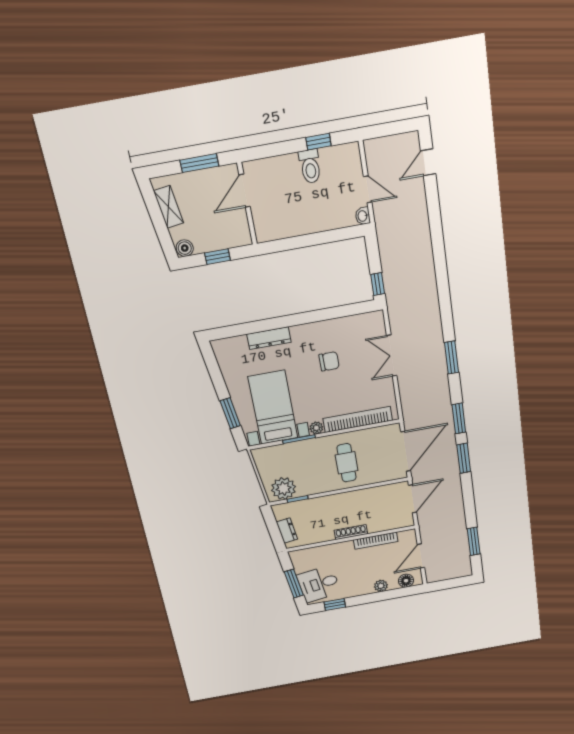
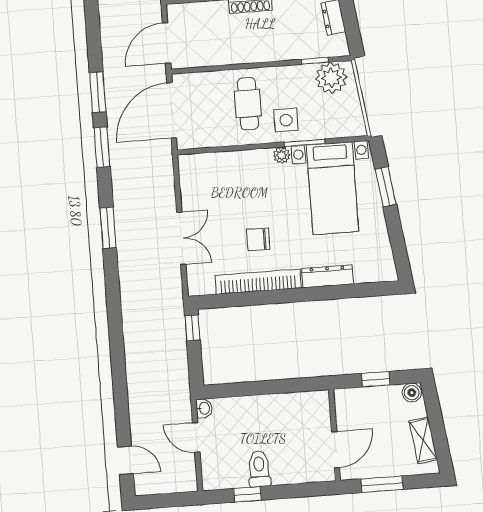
door: (428, 162) -> (125, 460), hinge flipped
bookcase: (358, 419) -> (258, 282), moved, turned 180
side table: (316, 454) -> (286, 120), added

